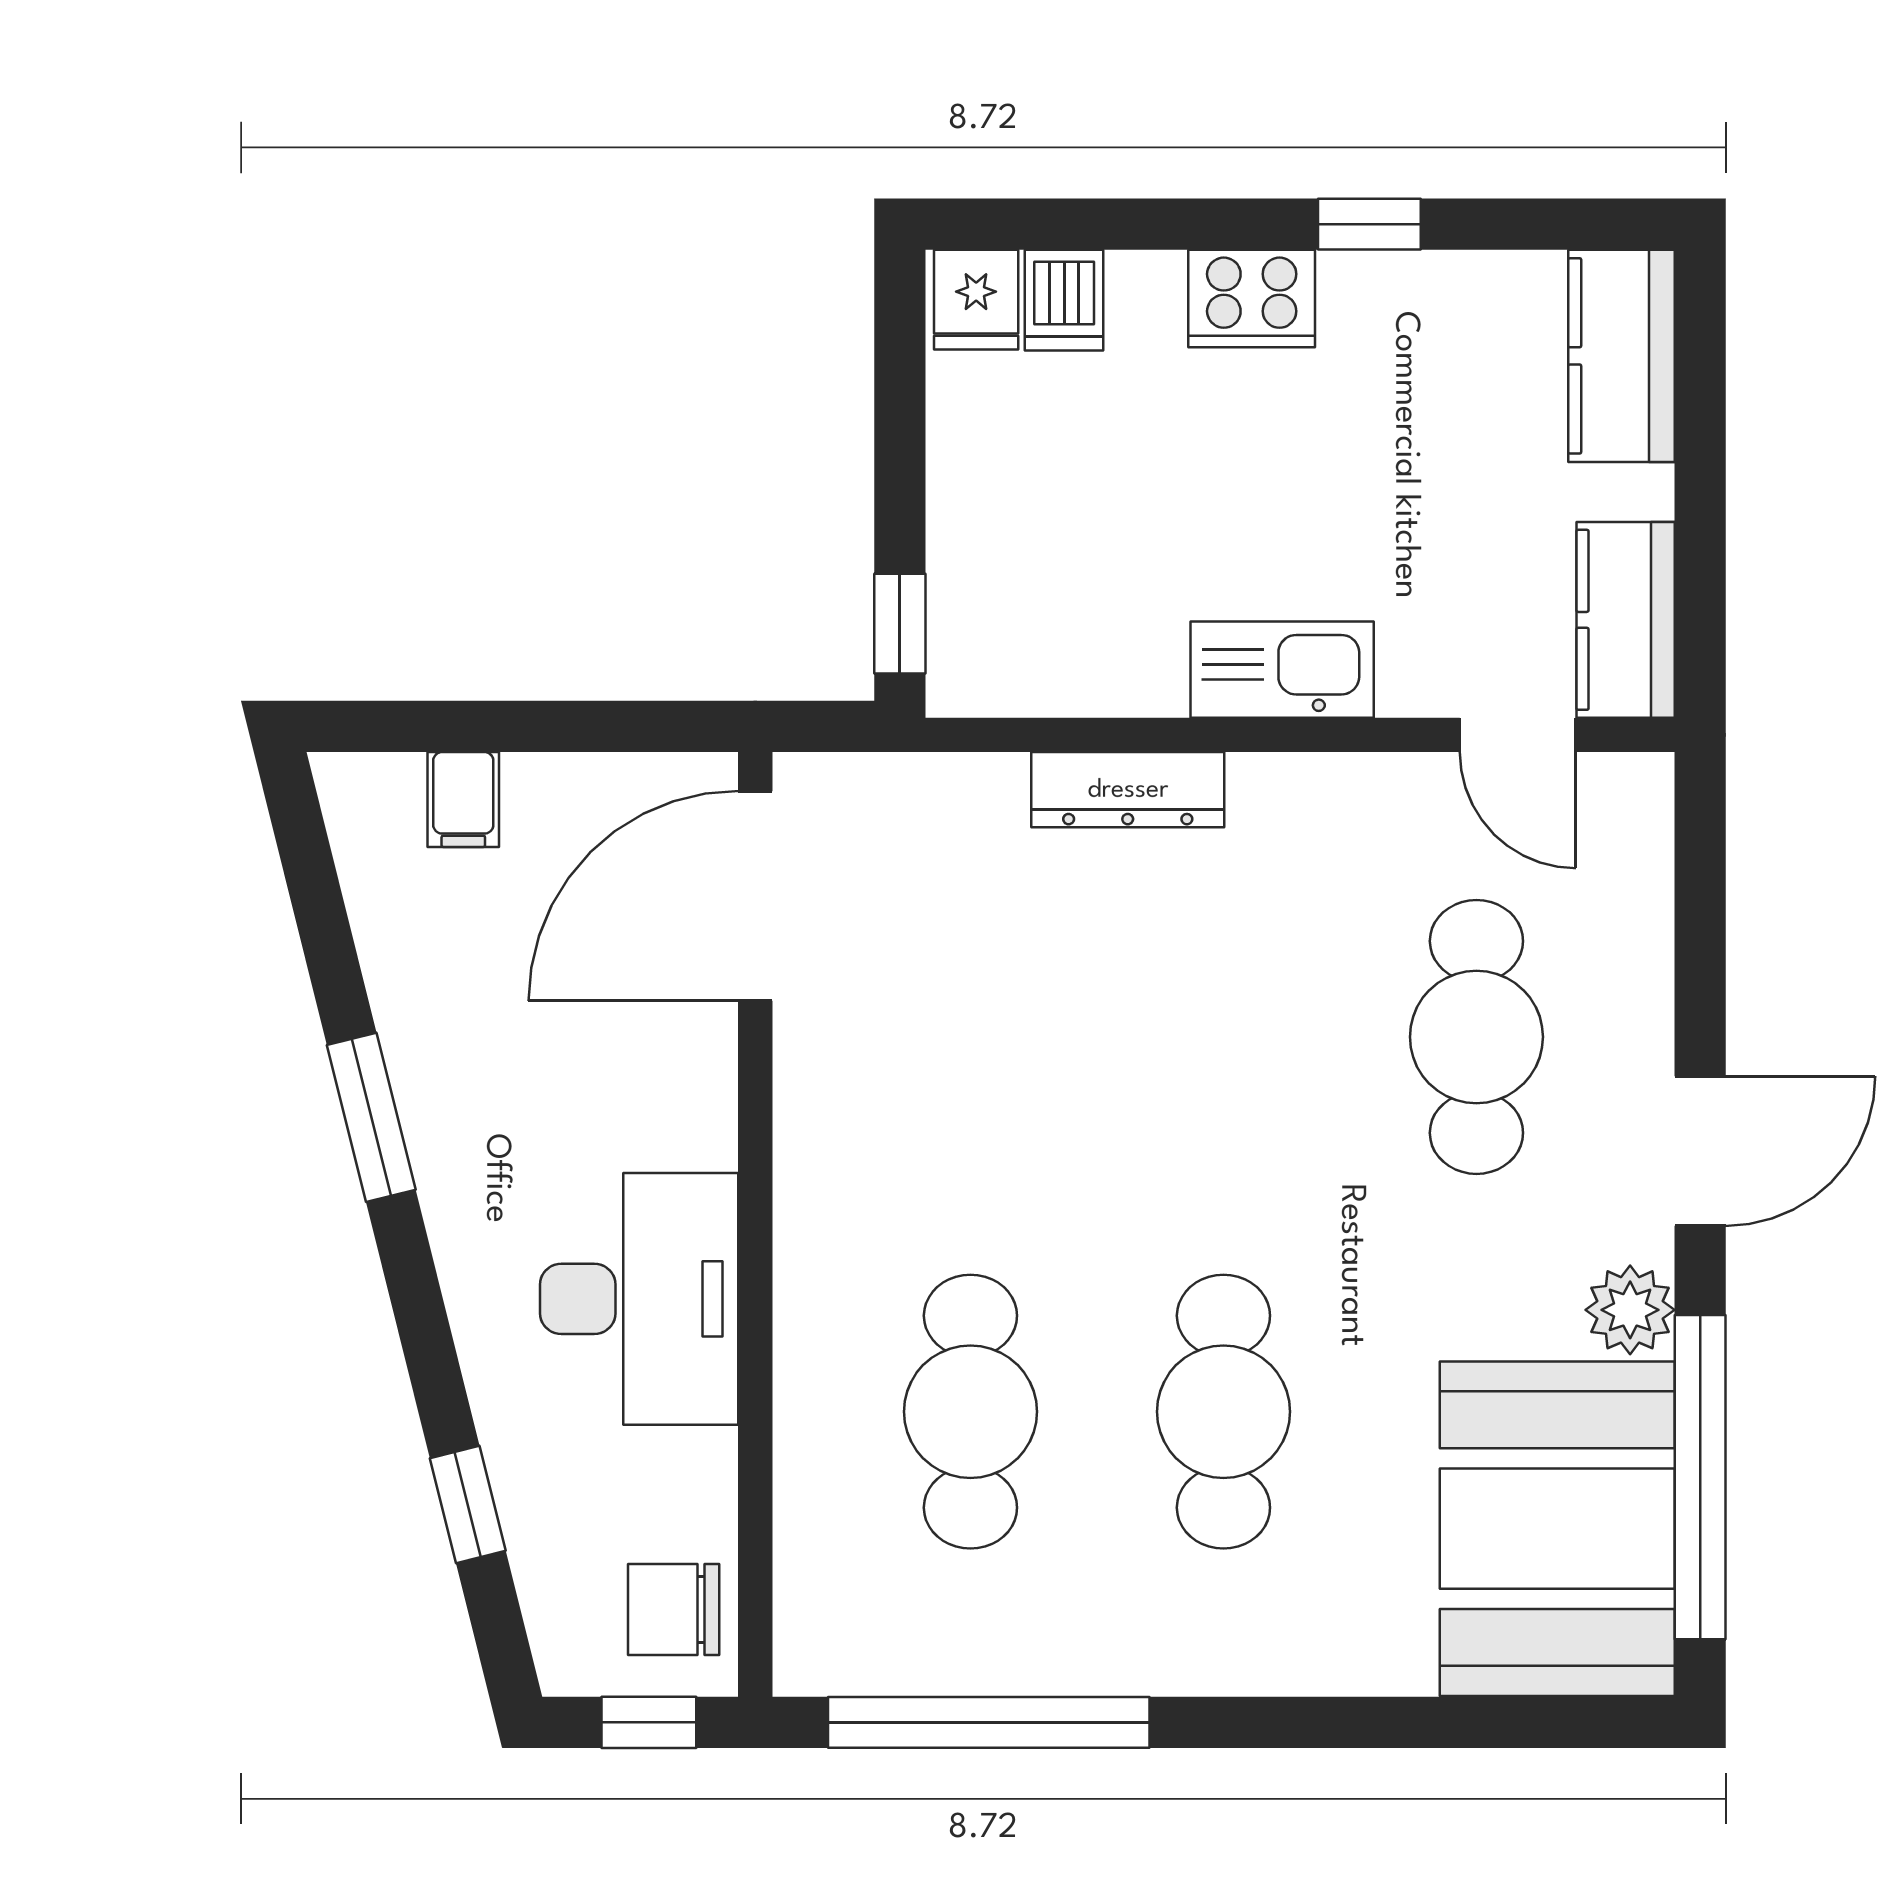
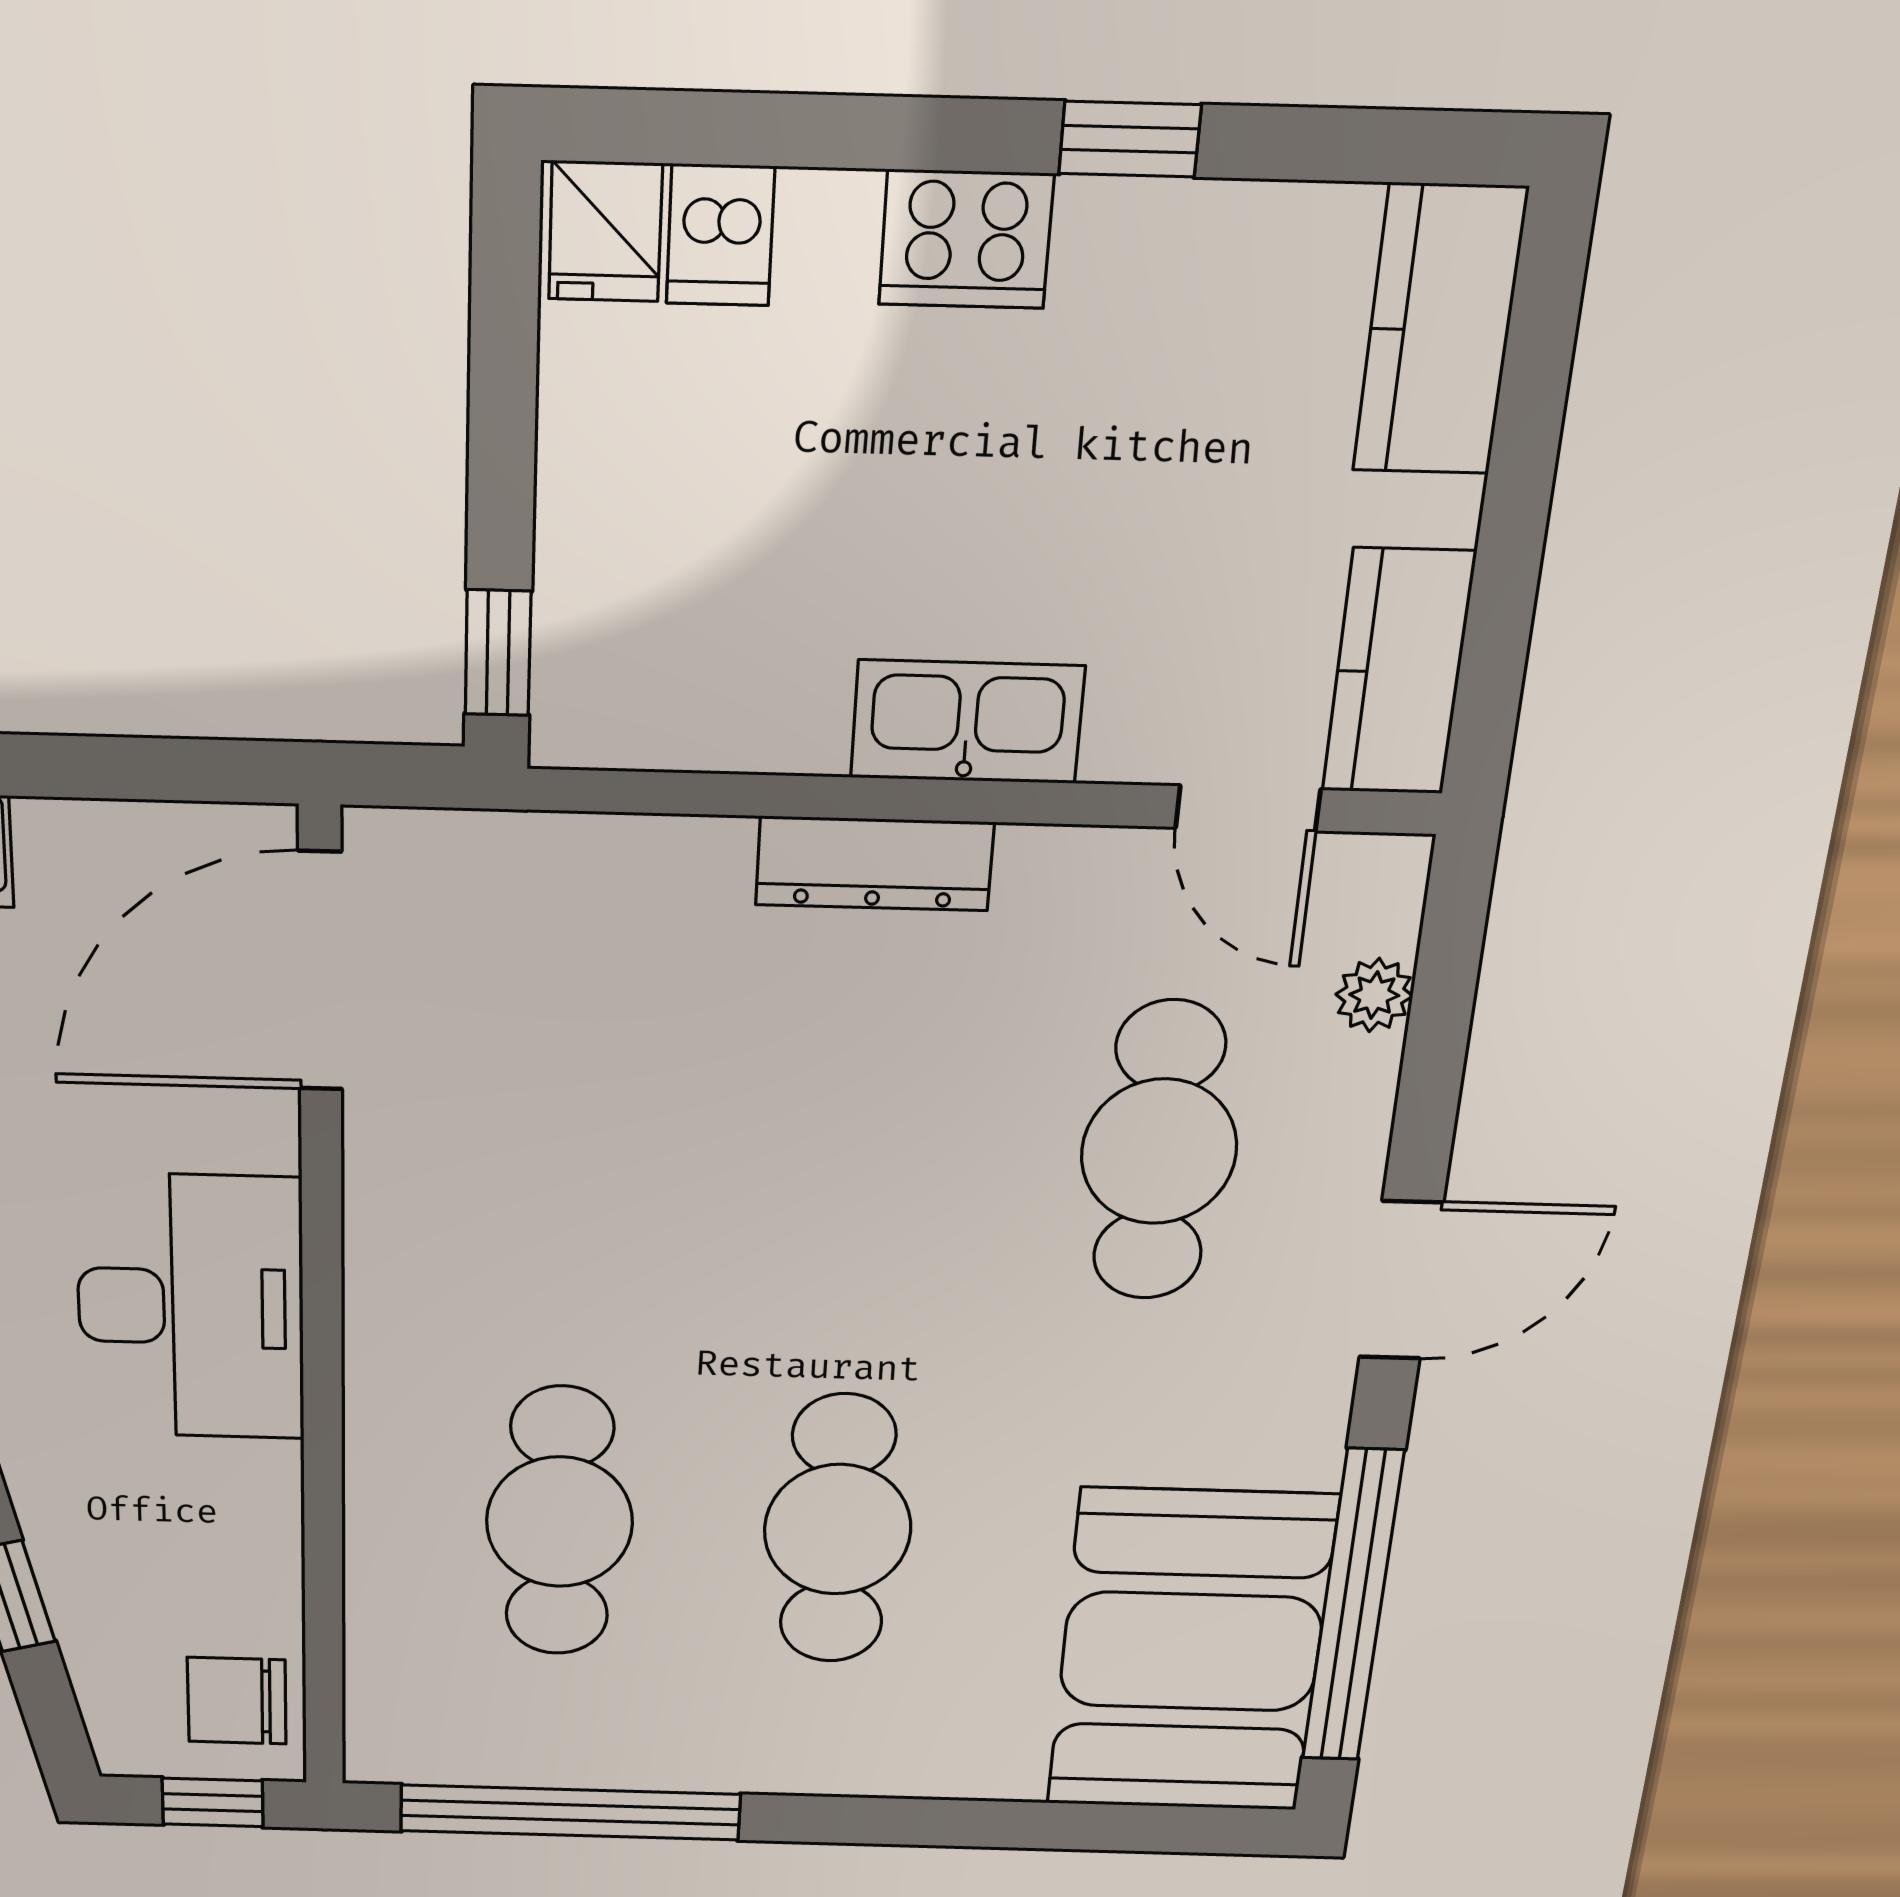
dresser: (1128, 790) -> (874, 864), moved
desk: (639, 1299) -> (191, 1307), moved
plant: (1630, 1310) -> (1374, 995), moved, width x0.73, depth x0.73

